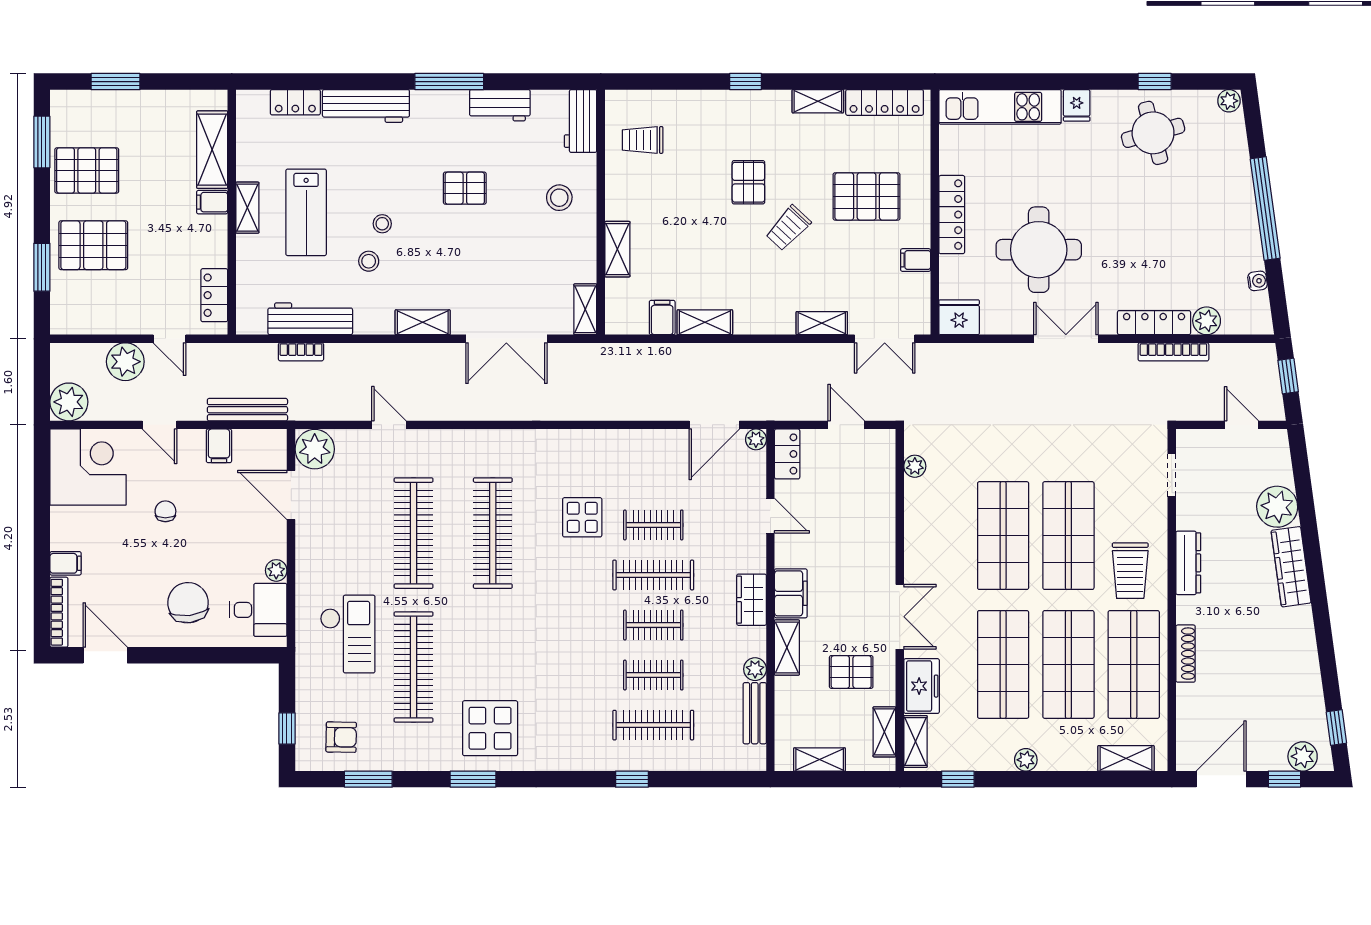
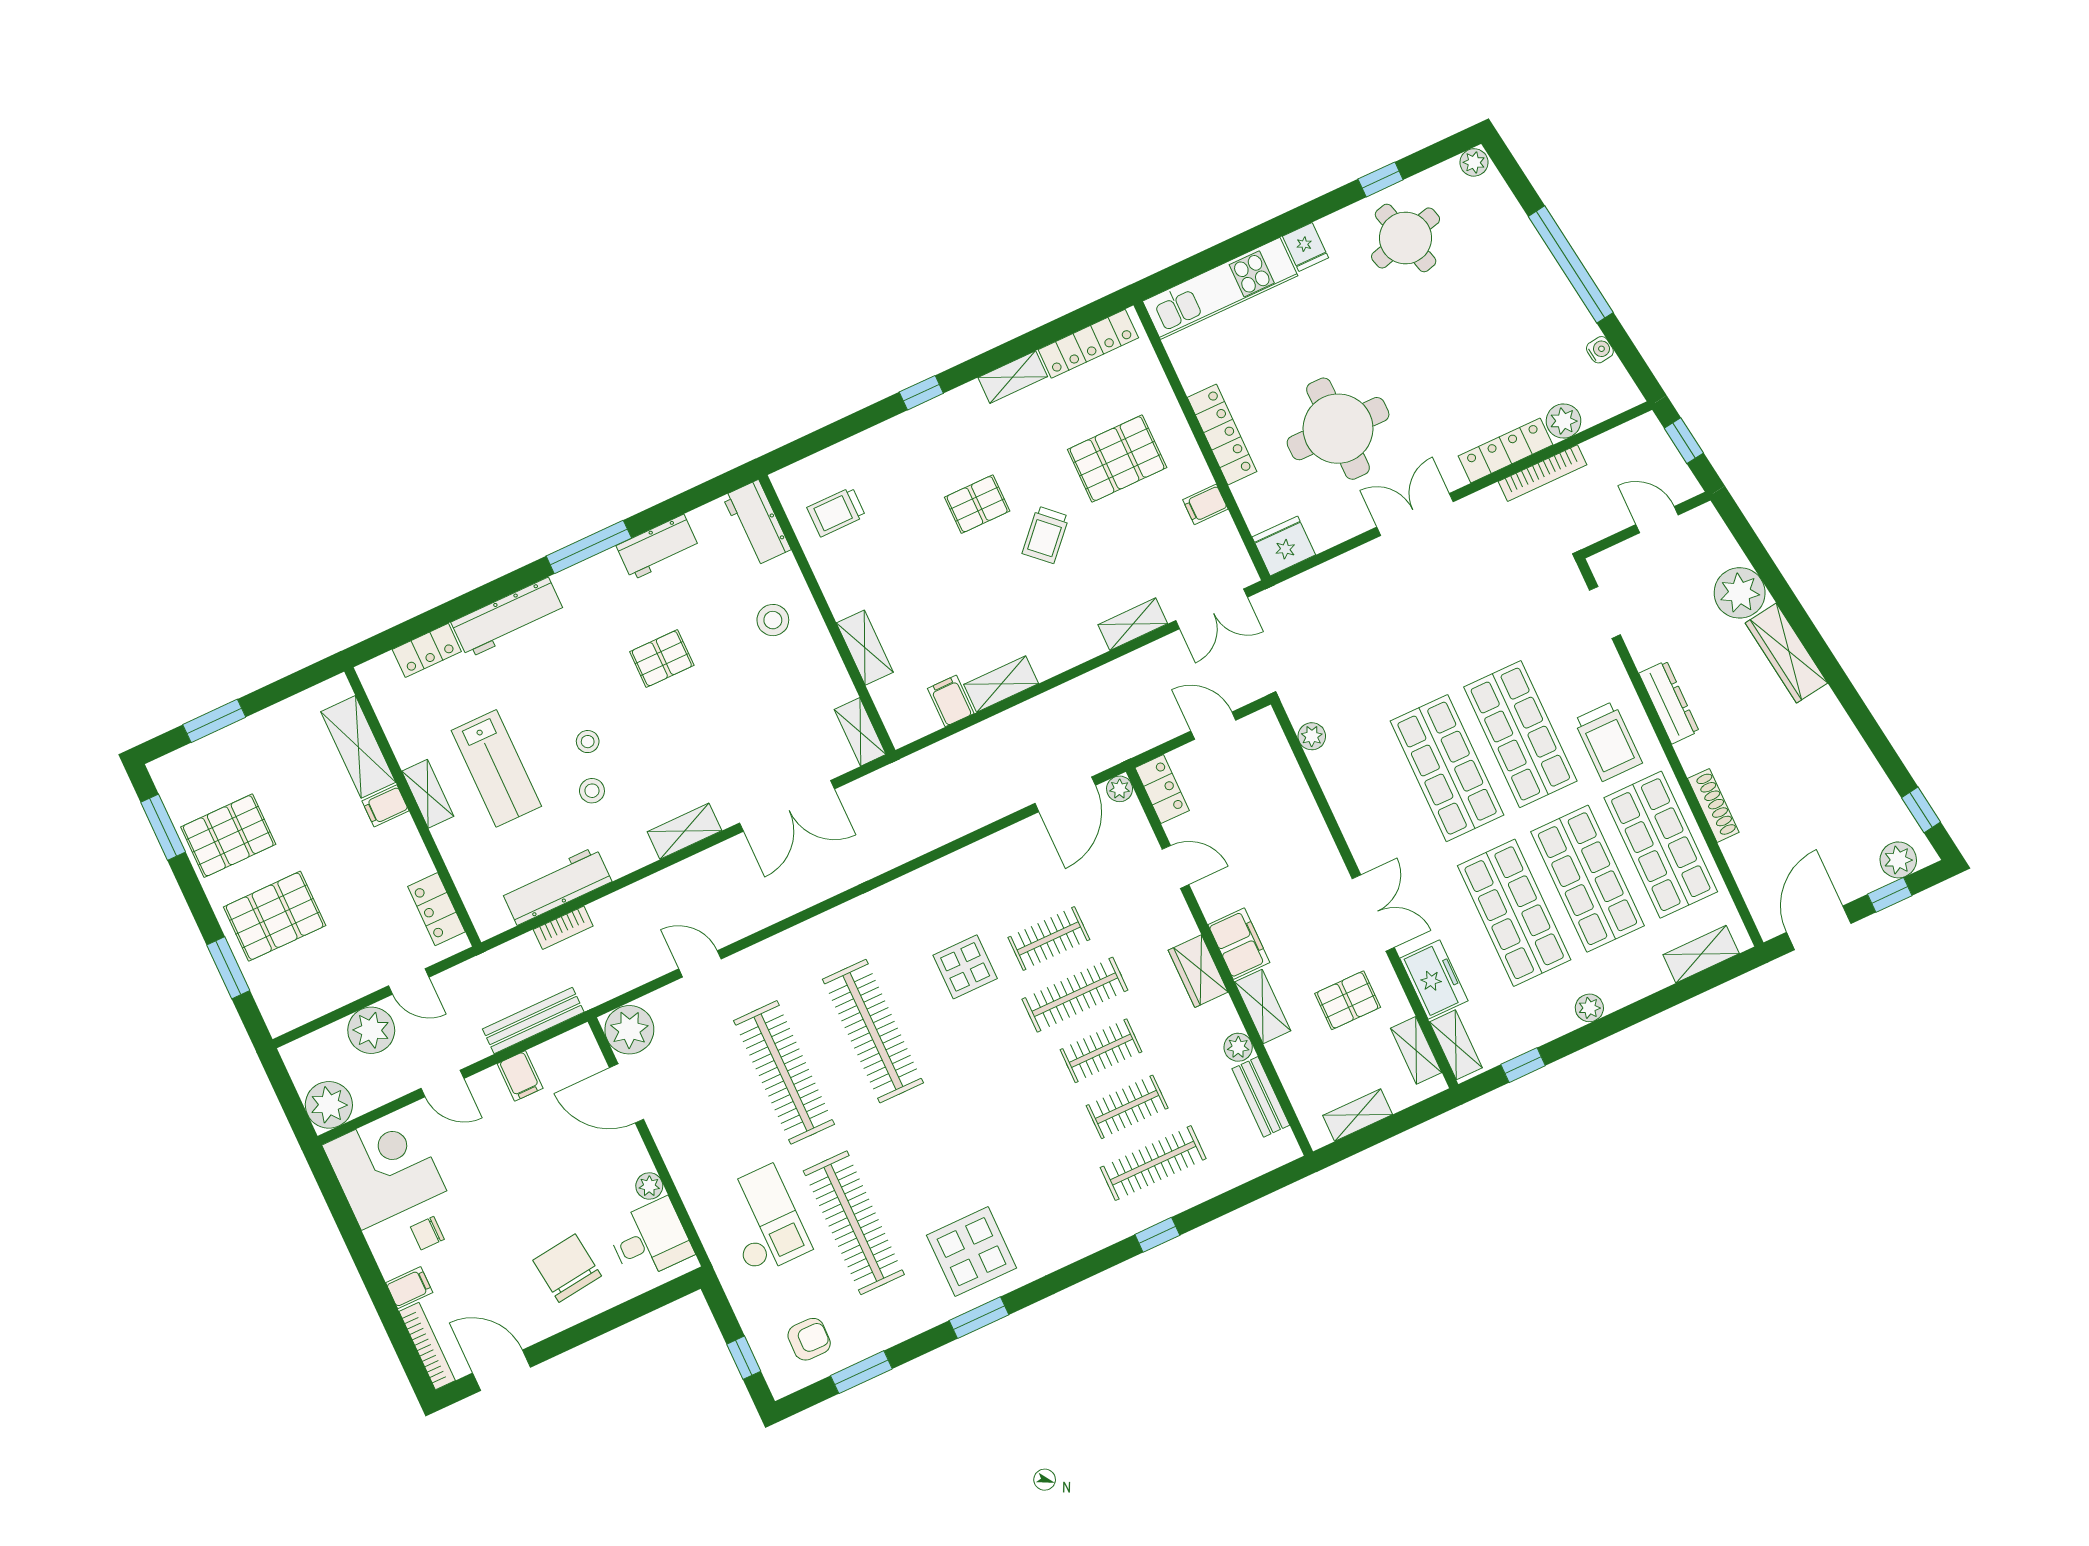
pallet: (748, 182) -> (977, 504), turned 90
chair: (165, 511) -> (427, 1233), moved, turned -90

